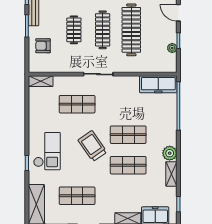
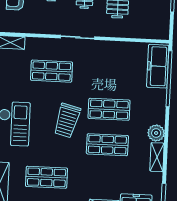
plant: (172, 48) -> (165, 11), removed
freezer: (158, 84) -> (158, 66), moved, turned 90
trolley: (92, 146) -> (67, 121), turned -131

